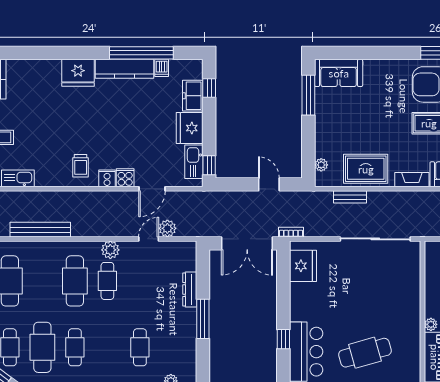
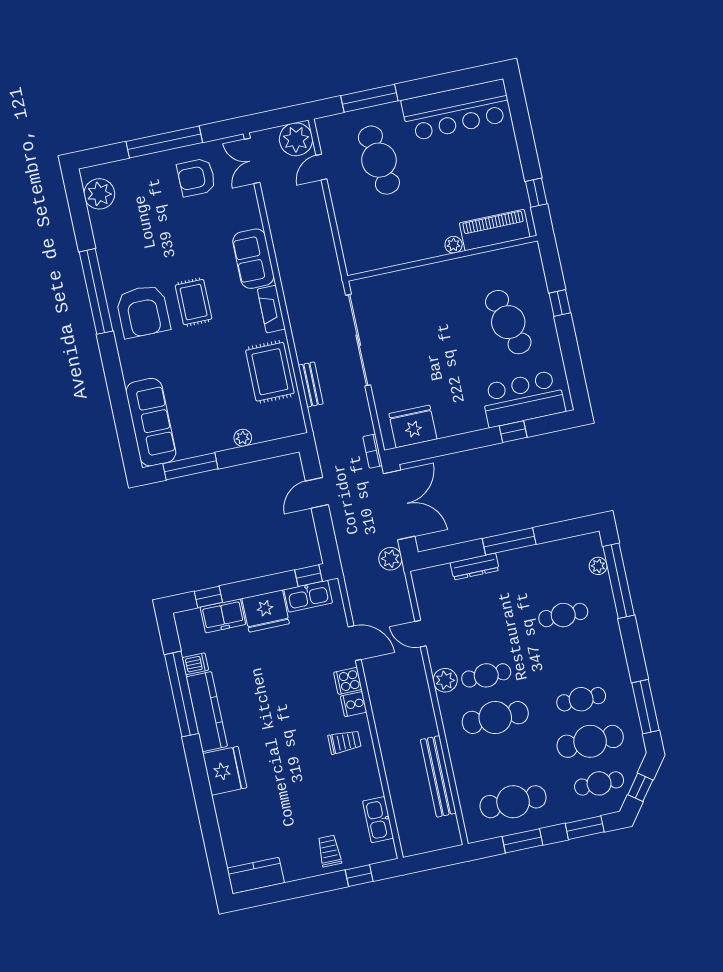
sofa: (339, 73) -> (151, 422), width x1.36
plant: (321, 165) -> (243, 438), moved
plant: (167, 228) -> (390, 559), moved

